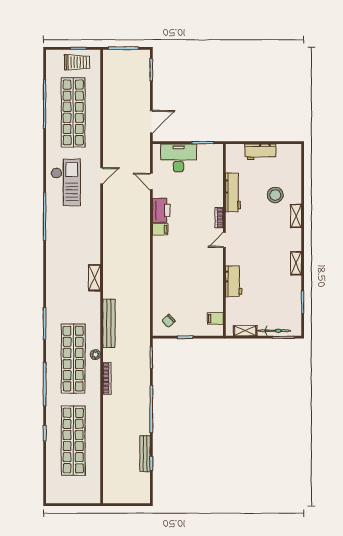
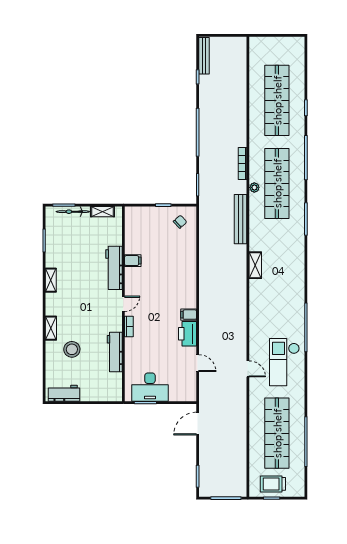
workbench: (260, 152) -> (64, 393), moved
desk: (179, 158) -> (150, 387), moved
door: (102, 176) -> (248, 369), swing flipped
workbench: (234, 281) -> (114, 268), width x1.37
filing cabinet: (215, 319) -> (133, 261), moved
bench: (145, 454) -> (204, 56), moved

